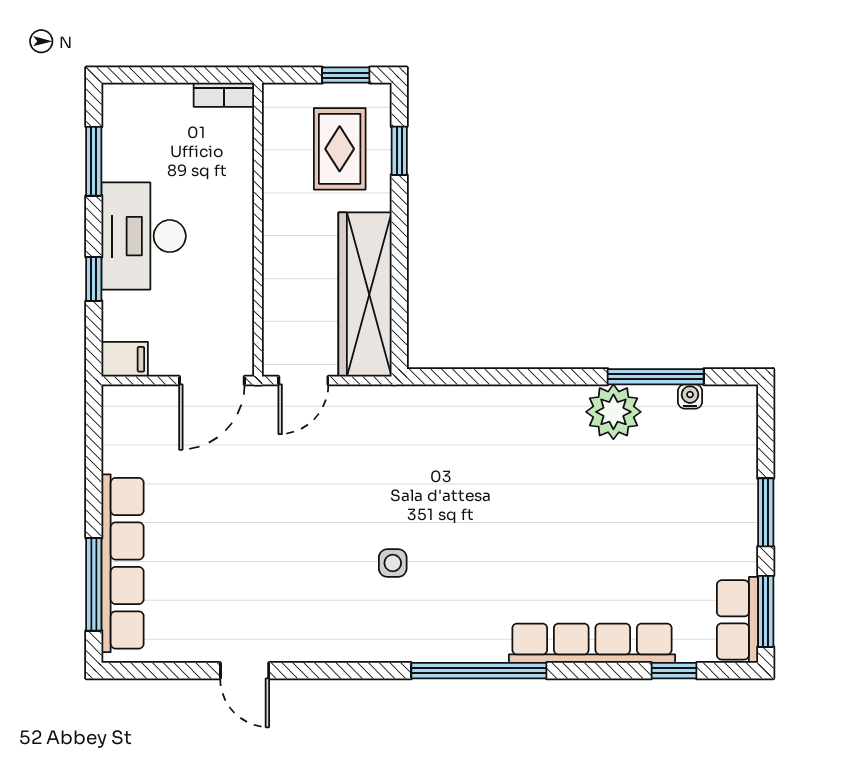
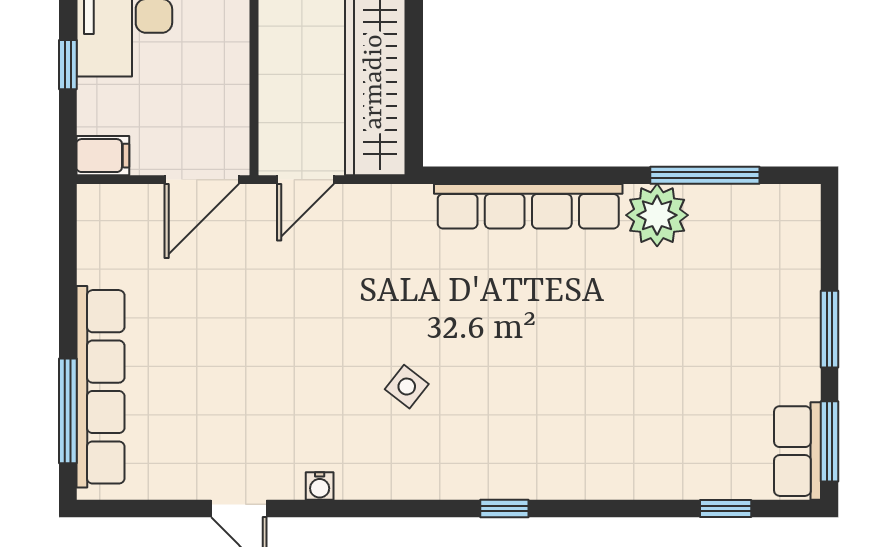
water cooler: (690, 397) -> (320, 486), moved, turned 180
side table: (393, 563) -> (407, 387), turned 38
row of seats: (592, 643) -> (528, 206), moved, turned 180
window: (479, 671) -> (504, 509), width x0.32

